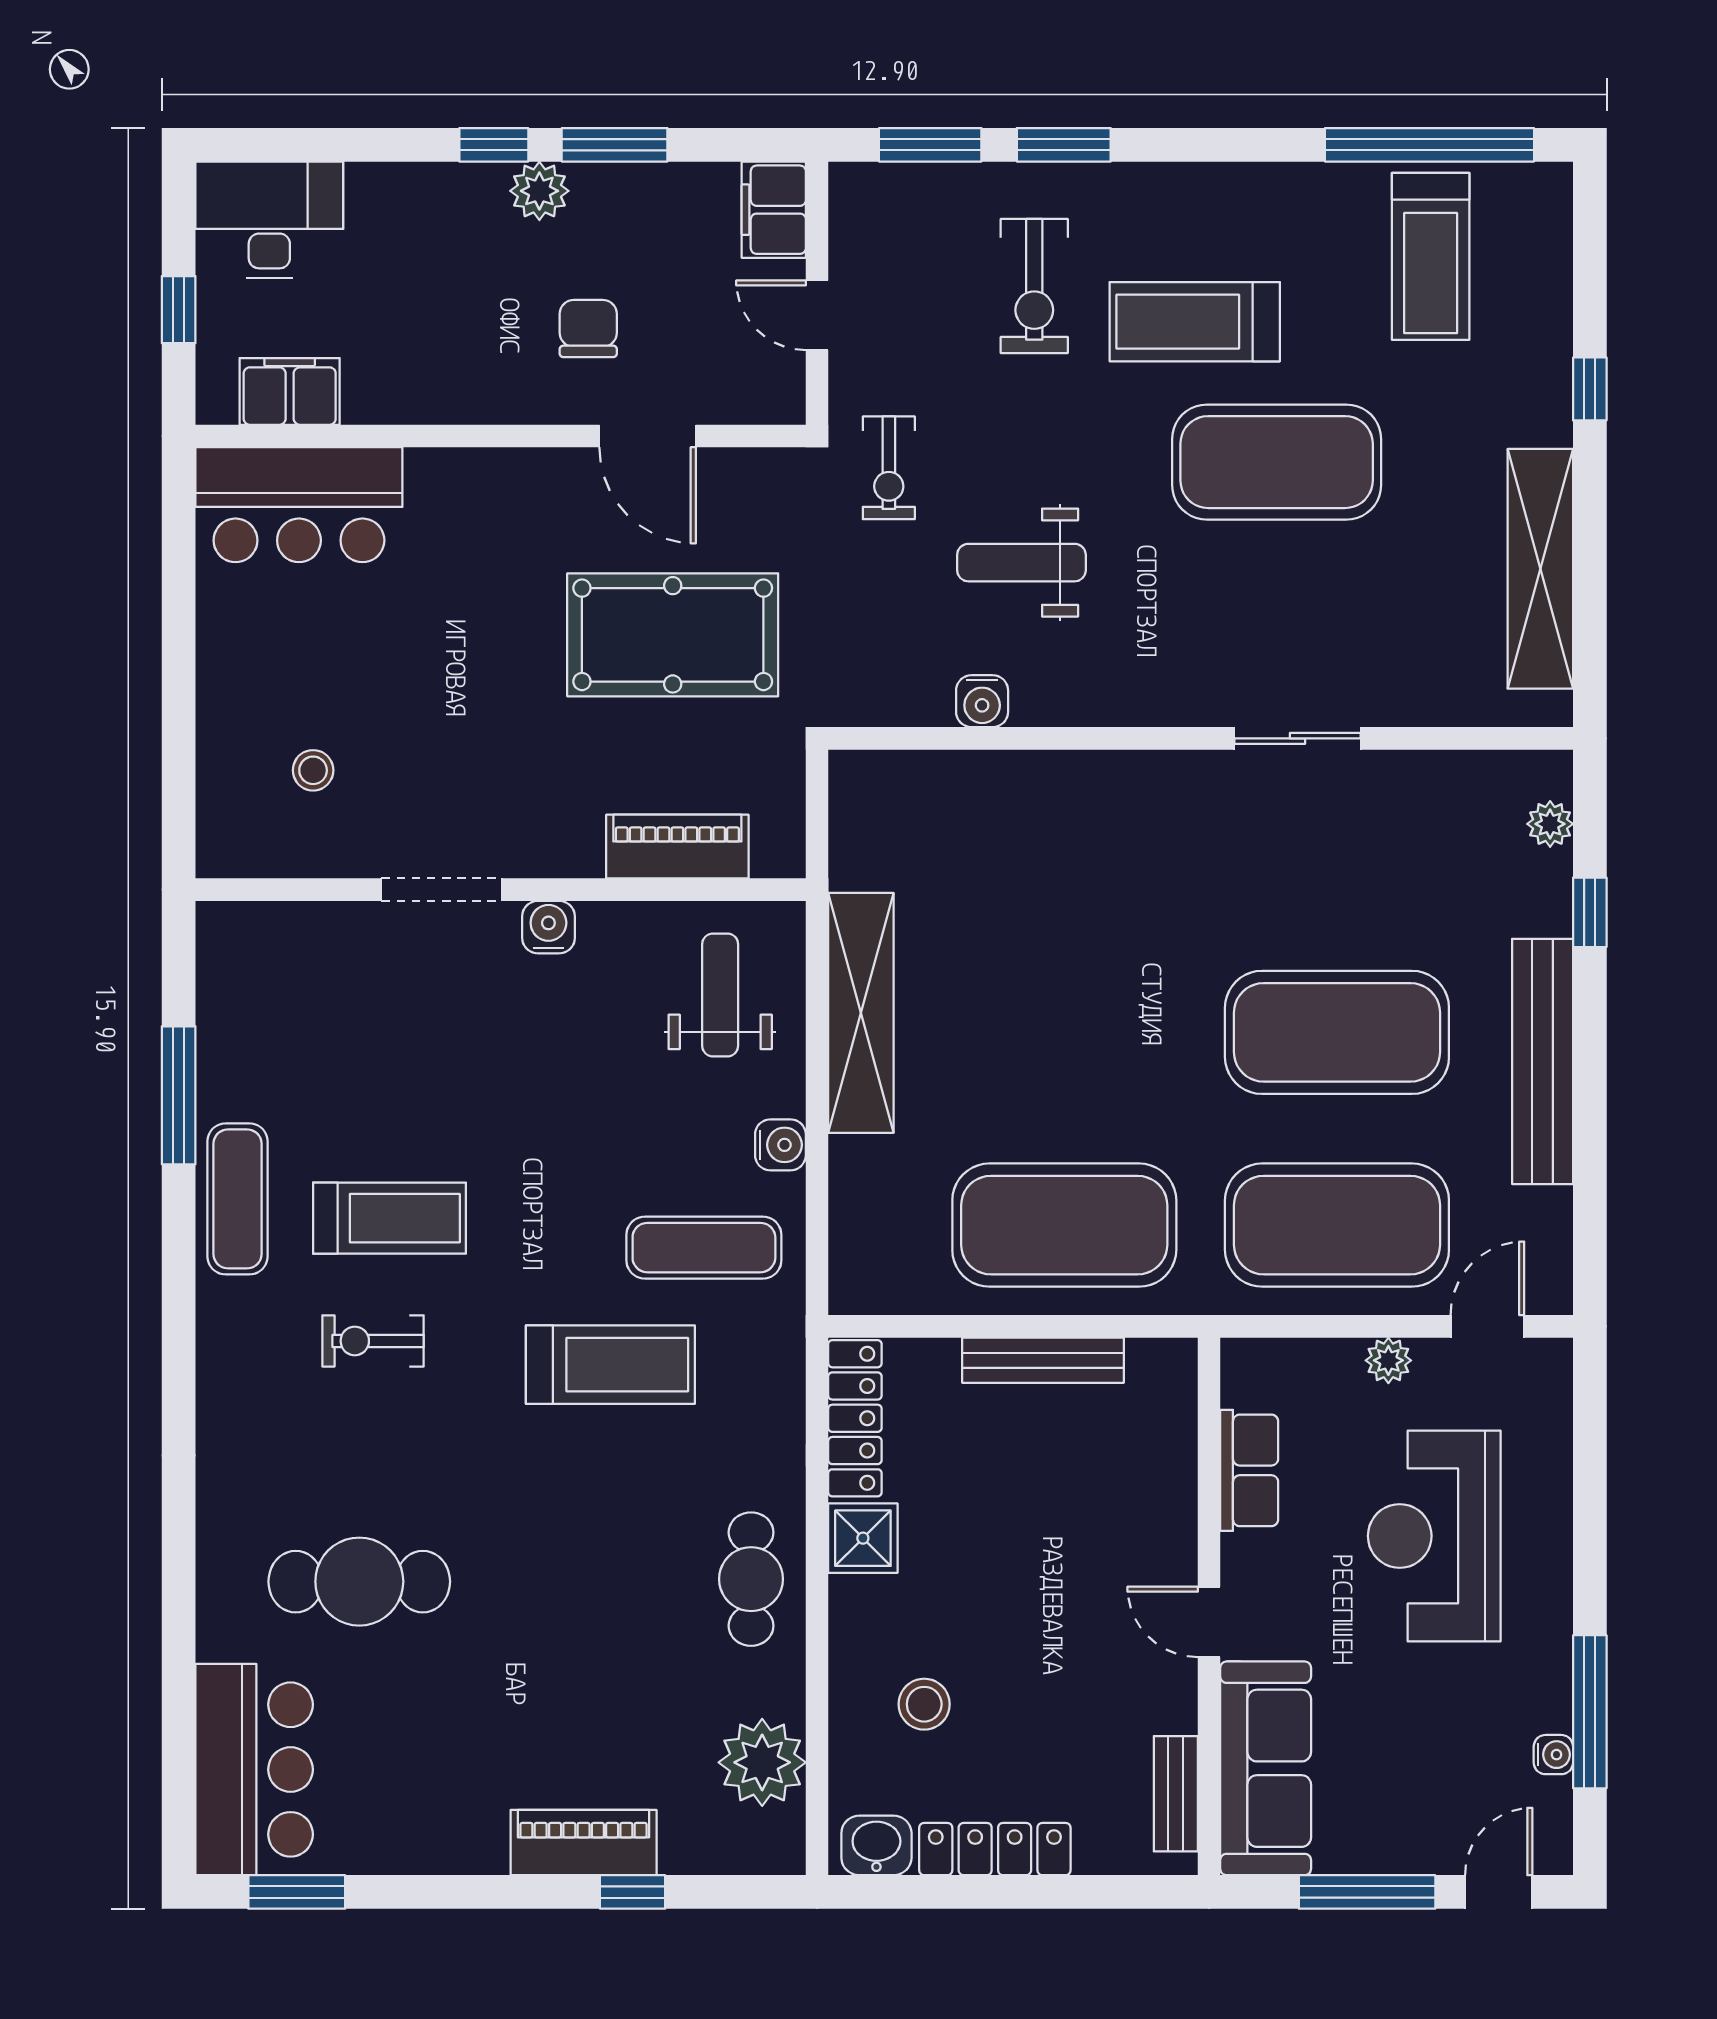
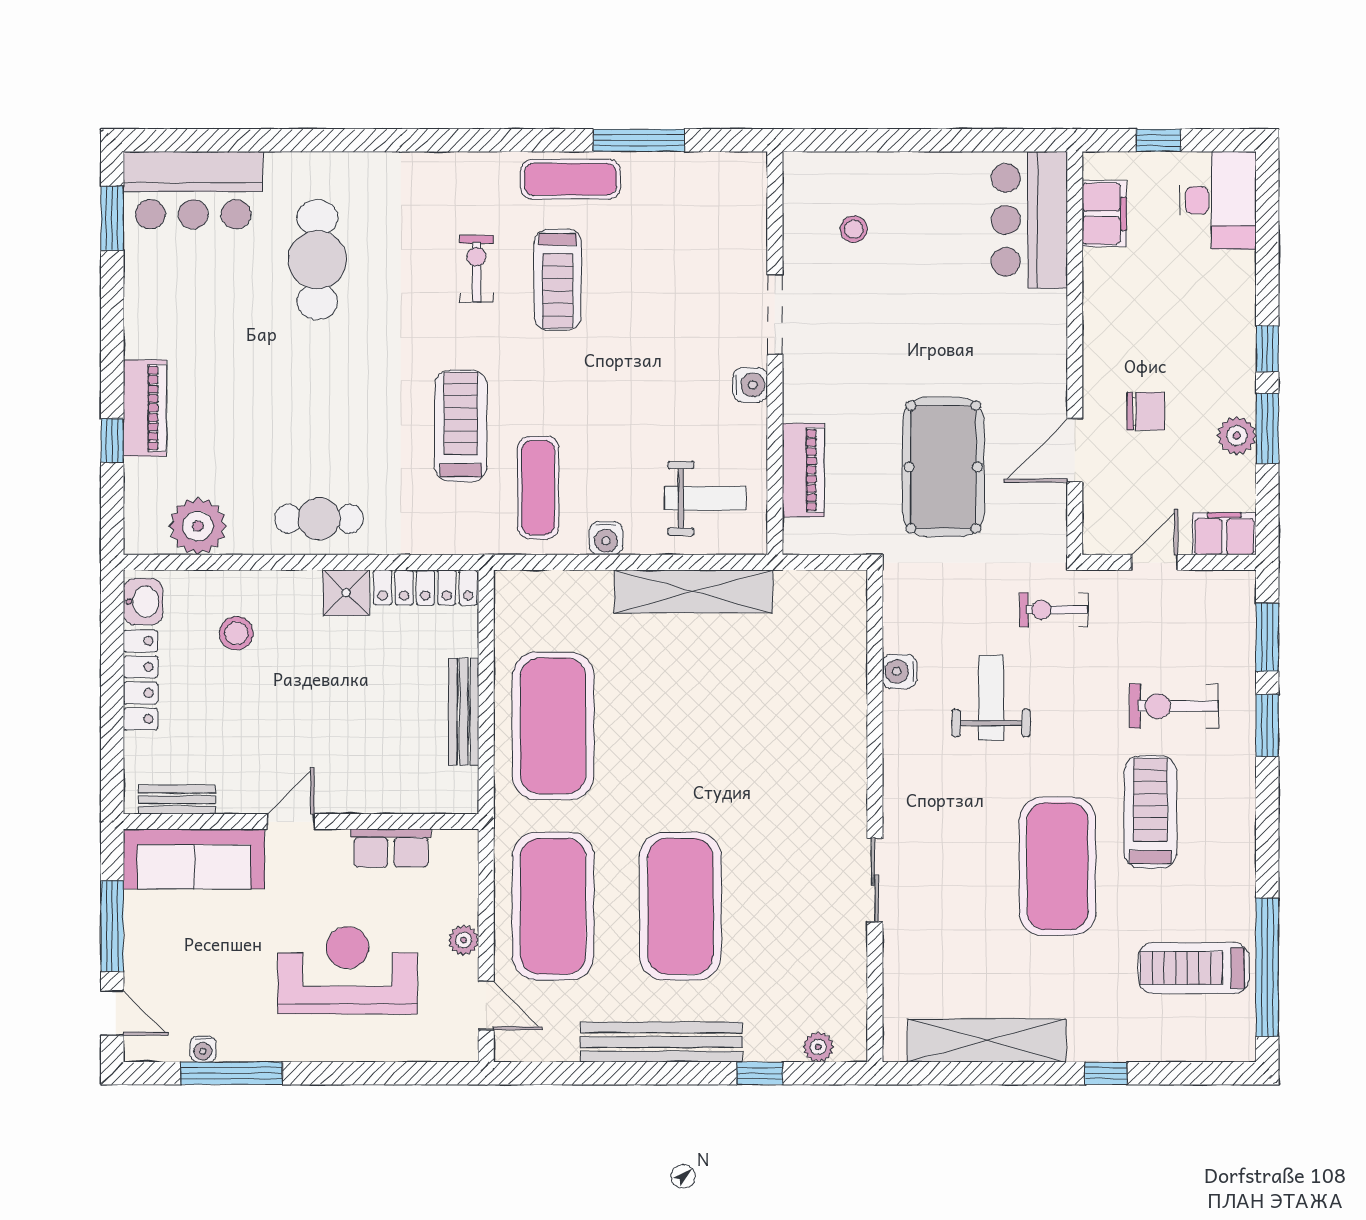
plant: (539, 191) -> (1237, 436), moved
treadmill: (610, 1365) -> (461, 426), turned 180

